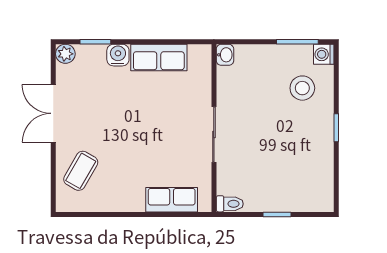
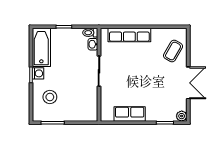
washing machine: (324, 54) -> (38, 73), moved
water cooler: (118, 55) -> (152, 115), removed
washbasin: (225, 55) -> (93, 44), moved
bathtub: (318, 177) -> (41, 48), added
row of seats: (172, 200) -> (129, 35), width x1.48

